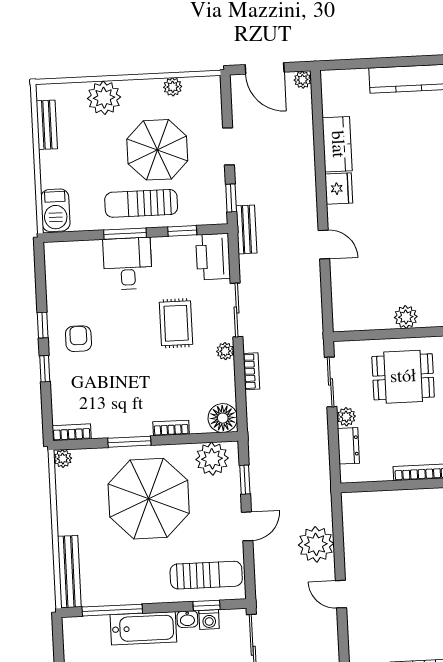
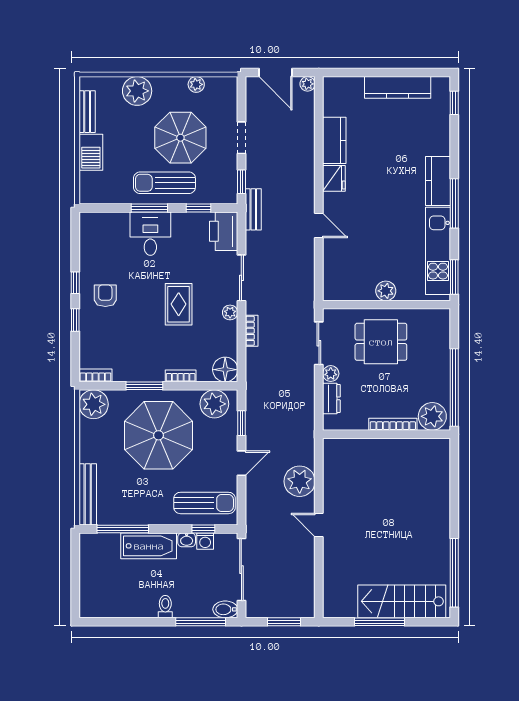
barbecue: (55, 210) -> (91, 152), moved
rug: (176, 323) -> (179, 304), moved
plant: (63, 459) -> (94, 404), width x1.88, depth x1.88

